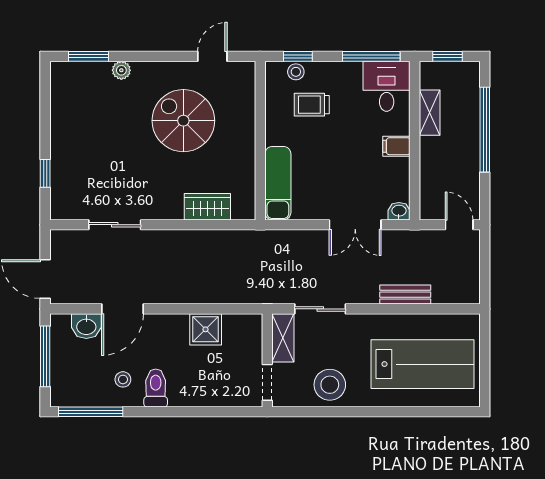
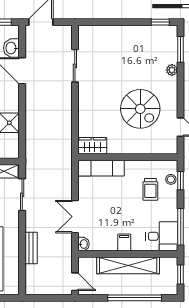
trolley: (312, 105) -> (150, 189), turned 180
shelving: (430, 113) -> (128, 265), width x2.20, depth x1.33
spiral stairs: (183, 121) -> (140, 109), turned 90
window: (45, 173) -> (160, 22), moved
wardrobe: (207, 207) -> (92, 146), moved, turned -90
door: (459, 225) -> (75, 282), hinge flipped

